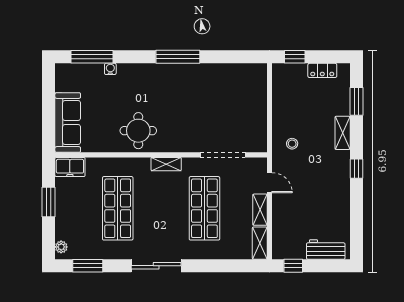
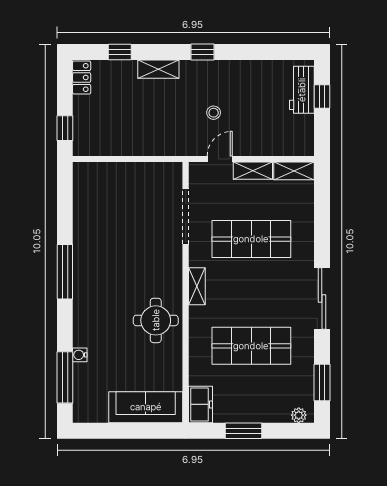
locker: (322, 70) -> (82, 77), moved
window: (356, 101) -> (120, 52), width x0.67
stool: (292, 144) -> (214, 113), moved
window: (293, 266) -> (322, 96), moved

